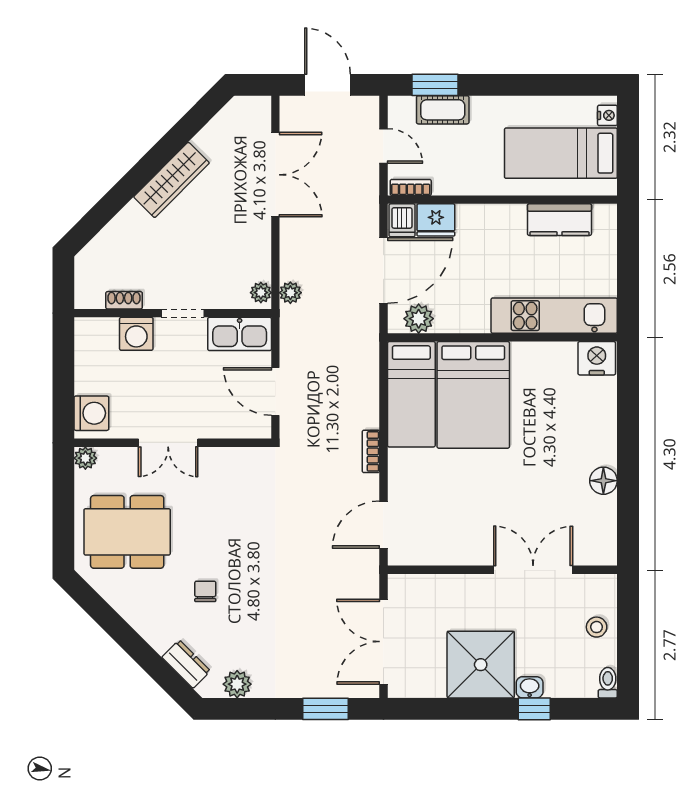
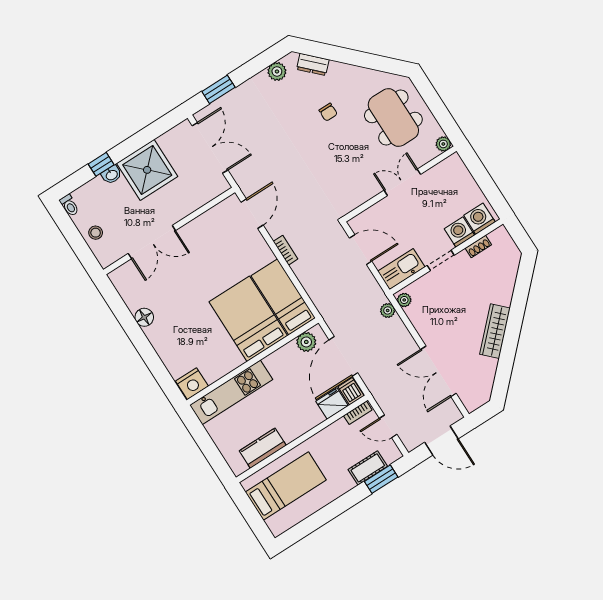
nightstand: (607, 115) -> (273, 524), removed
washing machine: (91, 413) -> (479, 219), moved, turned 90
dining table: (127, 532) -> (393, 118), turned 90

